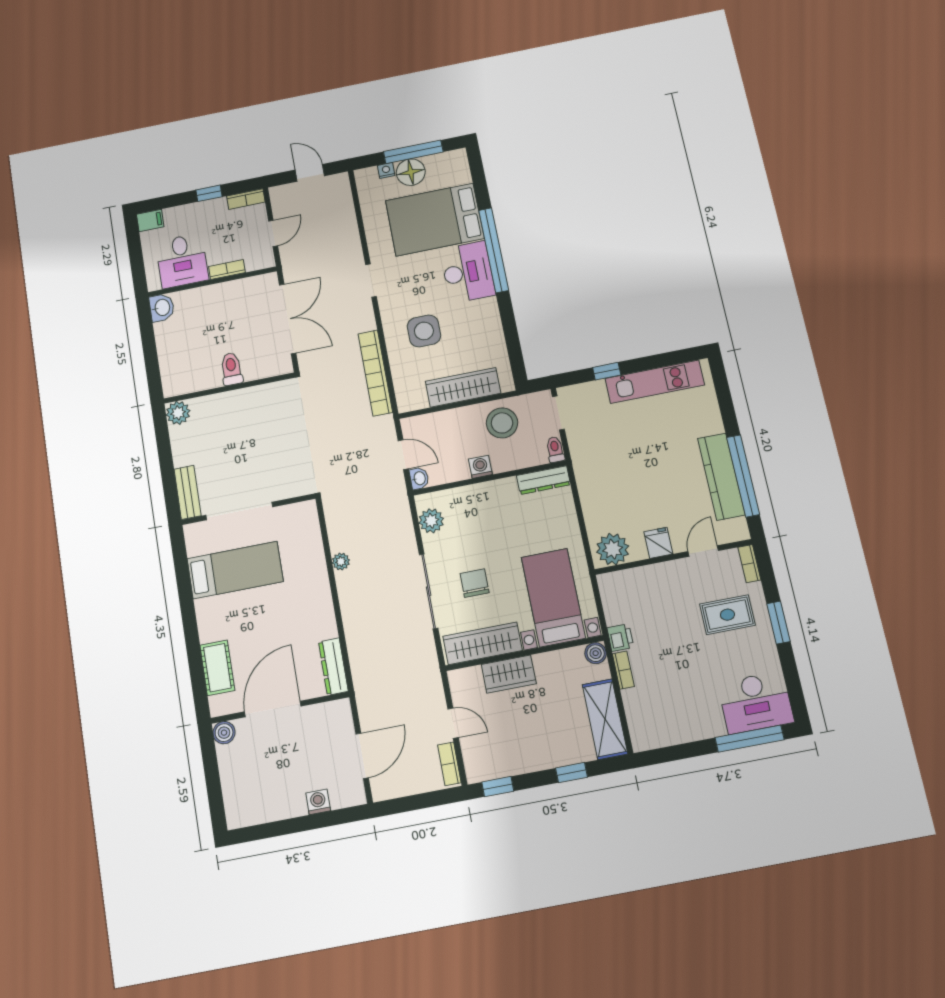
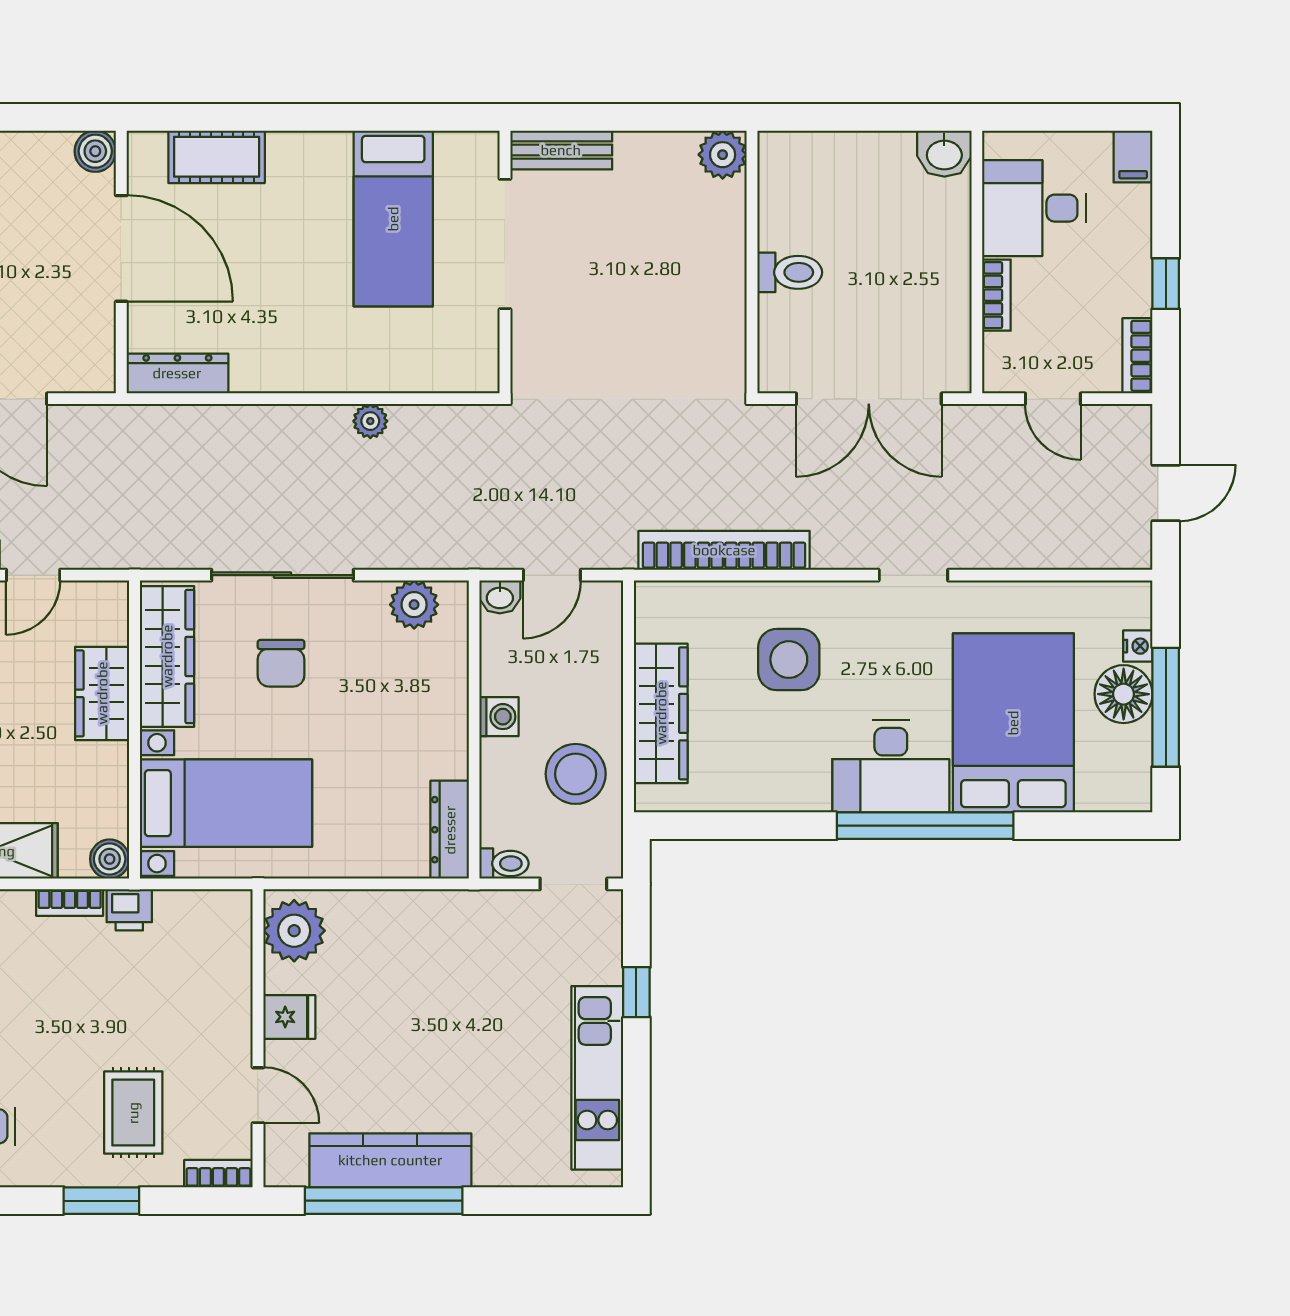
chair: (475, 583) -> (281, 663), turned 90

